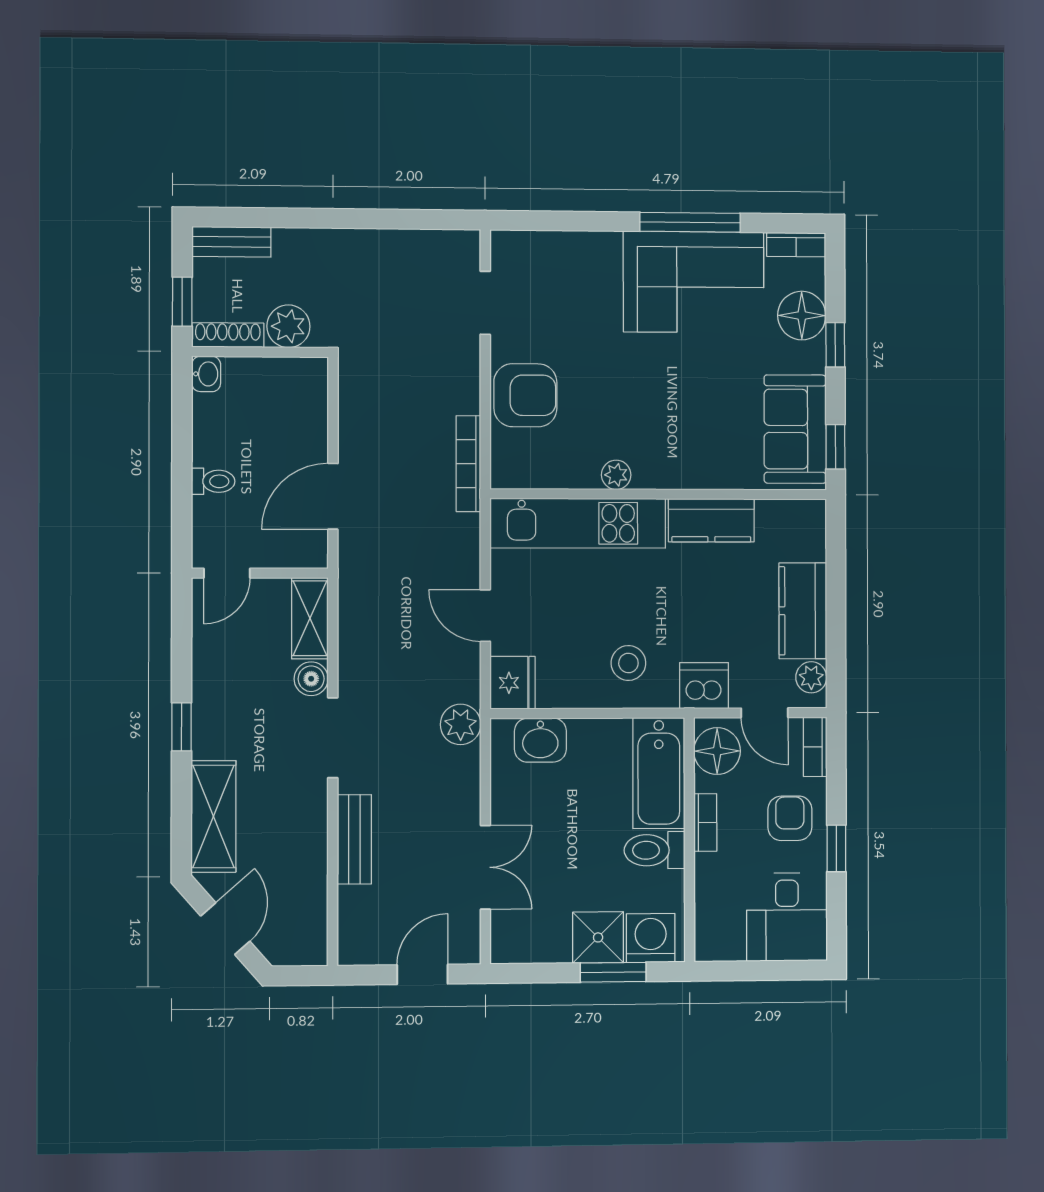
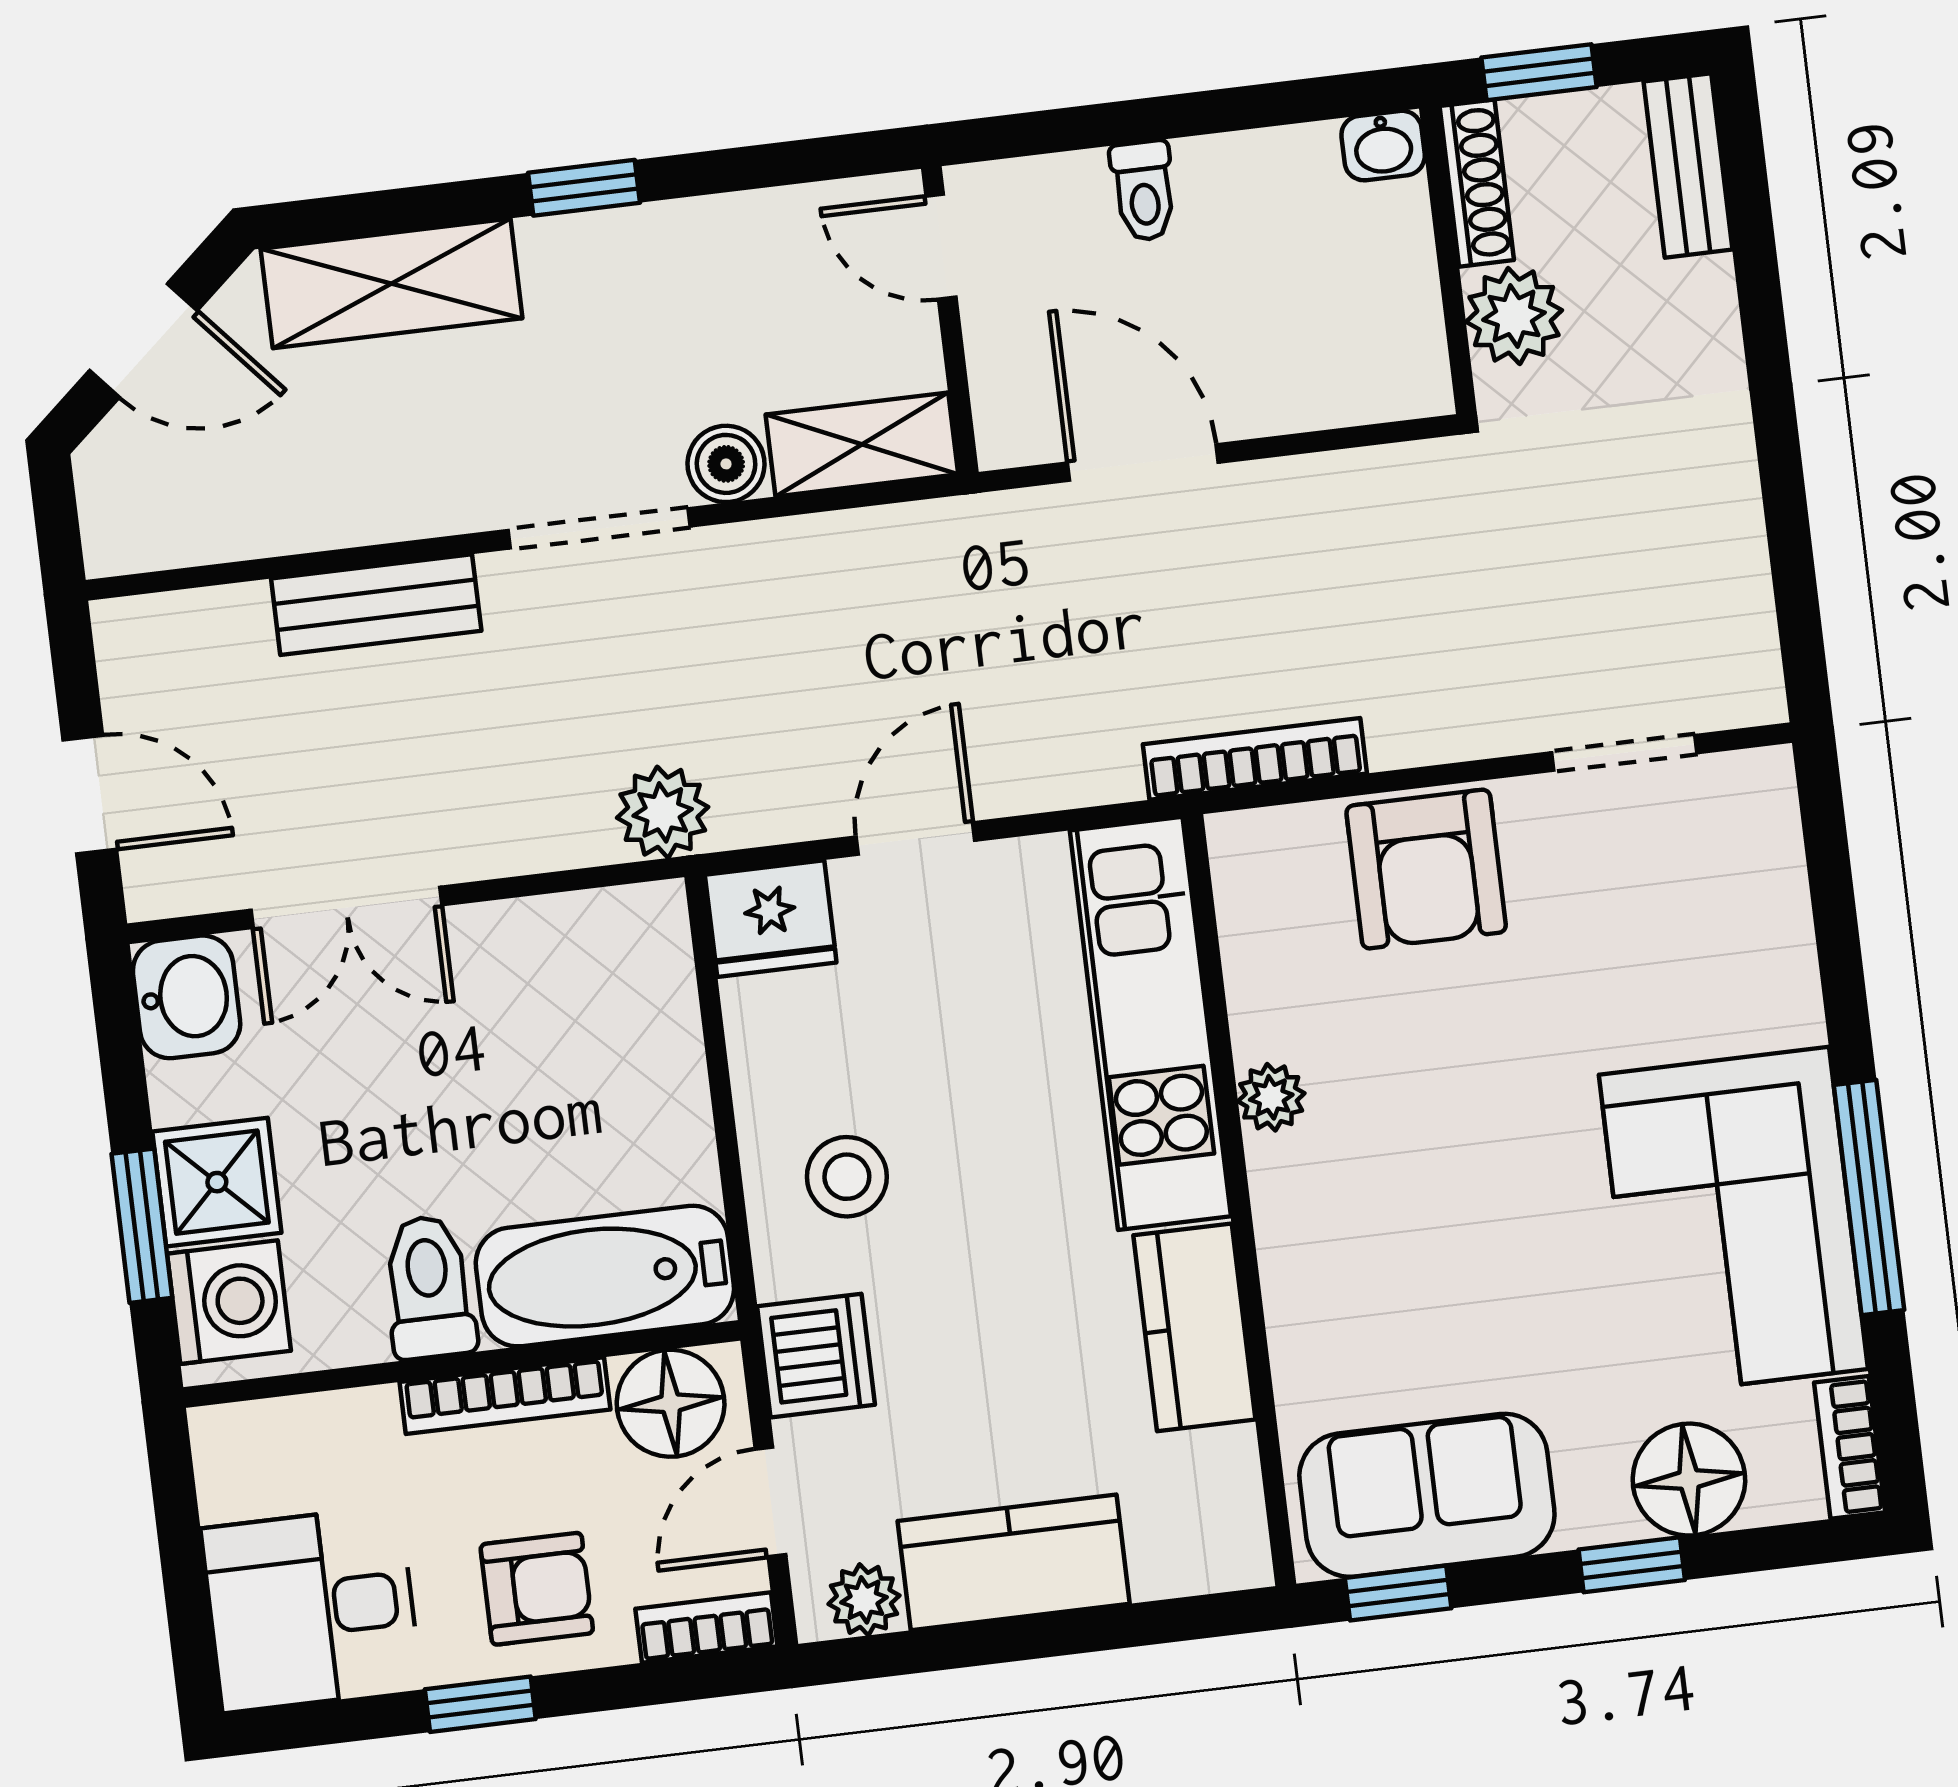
washbasin: (540, 740) -> (187, 997), moved, turned 180
bookcase: (705, 823) -> (505, 1396), width x1.56

